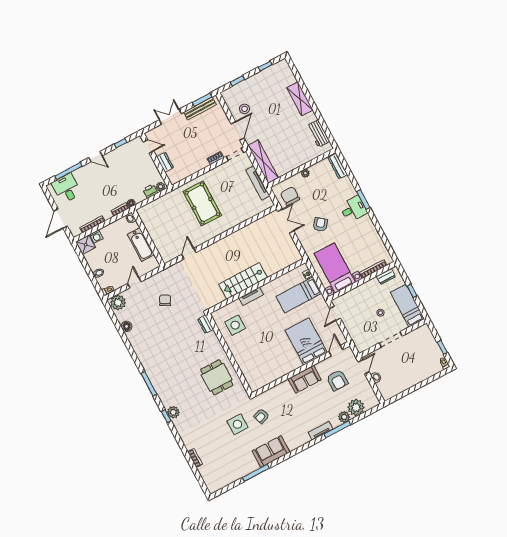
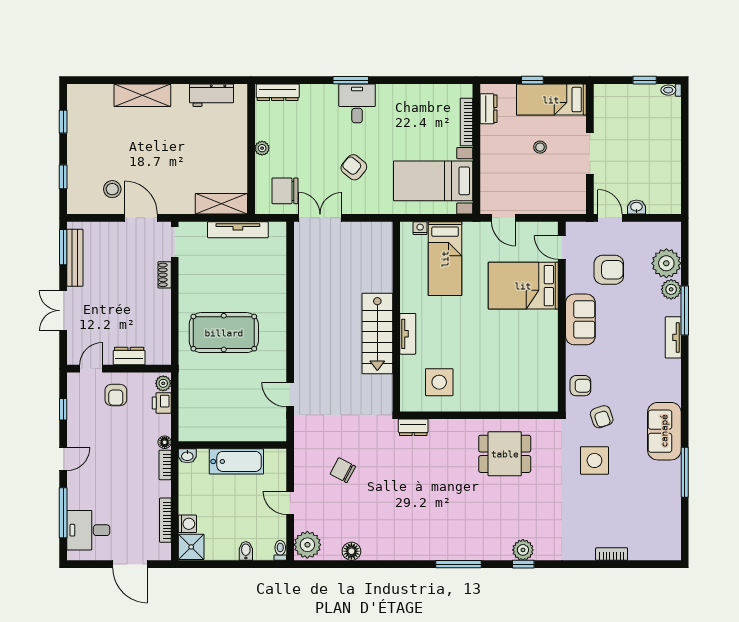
shelving: (263, 162) -> (221, 204), width x0.68
armchair: (142, 166) -> (116, 395), added
armchair: (271, 397) -> (580, 386), added

